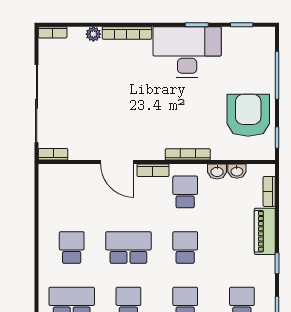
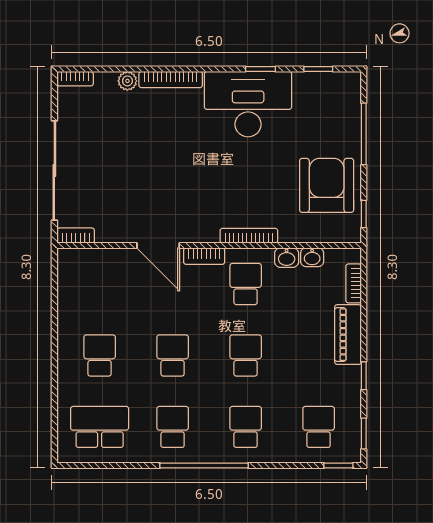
school desk: (128, 248) -> (173, 355), width x0.54

